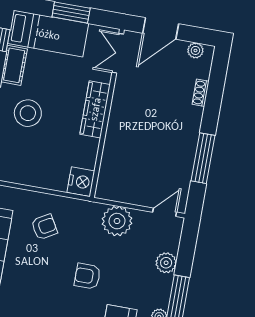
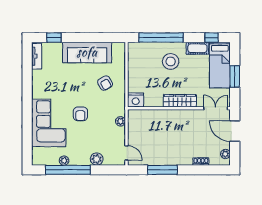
plant: (117, 221) -> (120, 121), width x0.53, depth x0.53
armchair: (87, 276) -> (80, 114), turned 180

